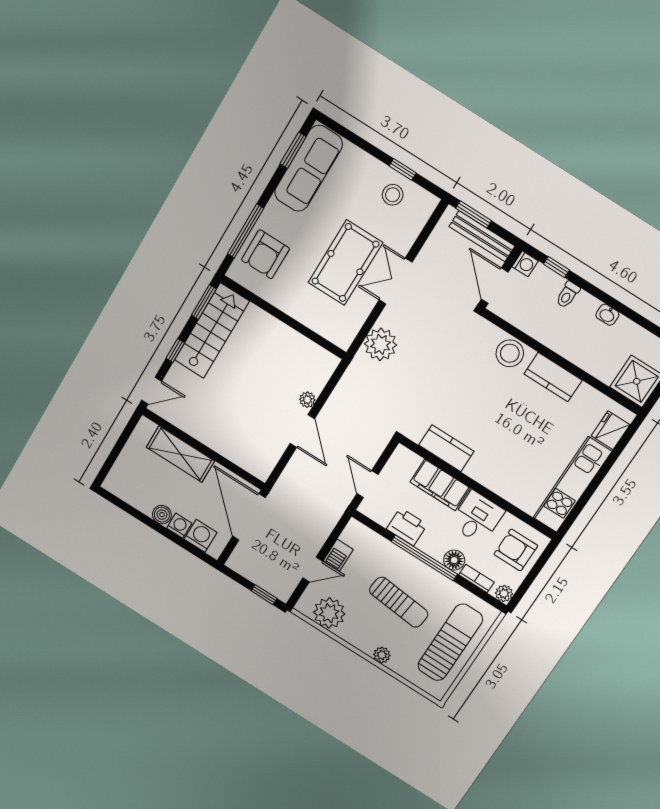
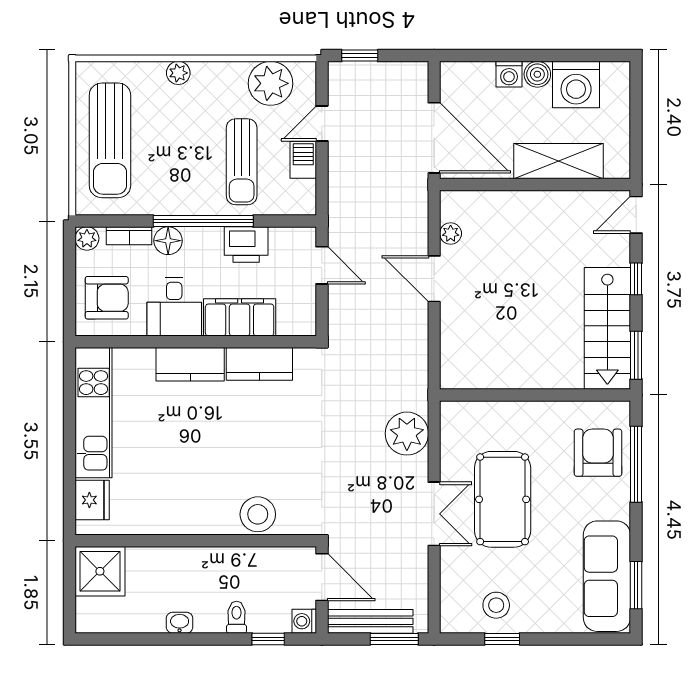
kitchen counter: (553, 377) -> (190, 364), moved, turned 180
plant: (307, 400) -> (451, 234), moved
washing machine: (201, 536) -> (576, 85), moved, width x1.37, depth x1.37
sun lounger: (399, 602) -> (242, 162), moved, turned -96

